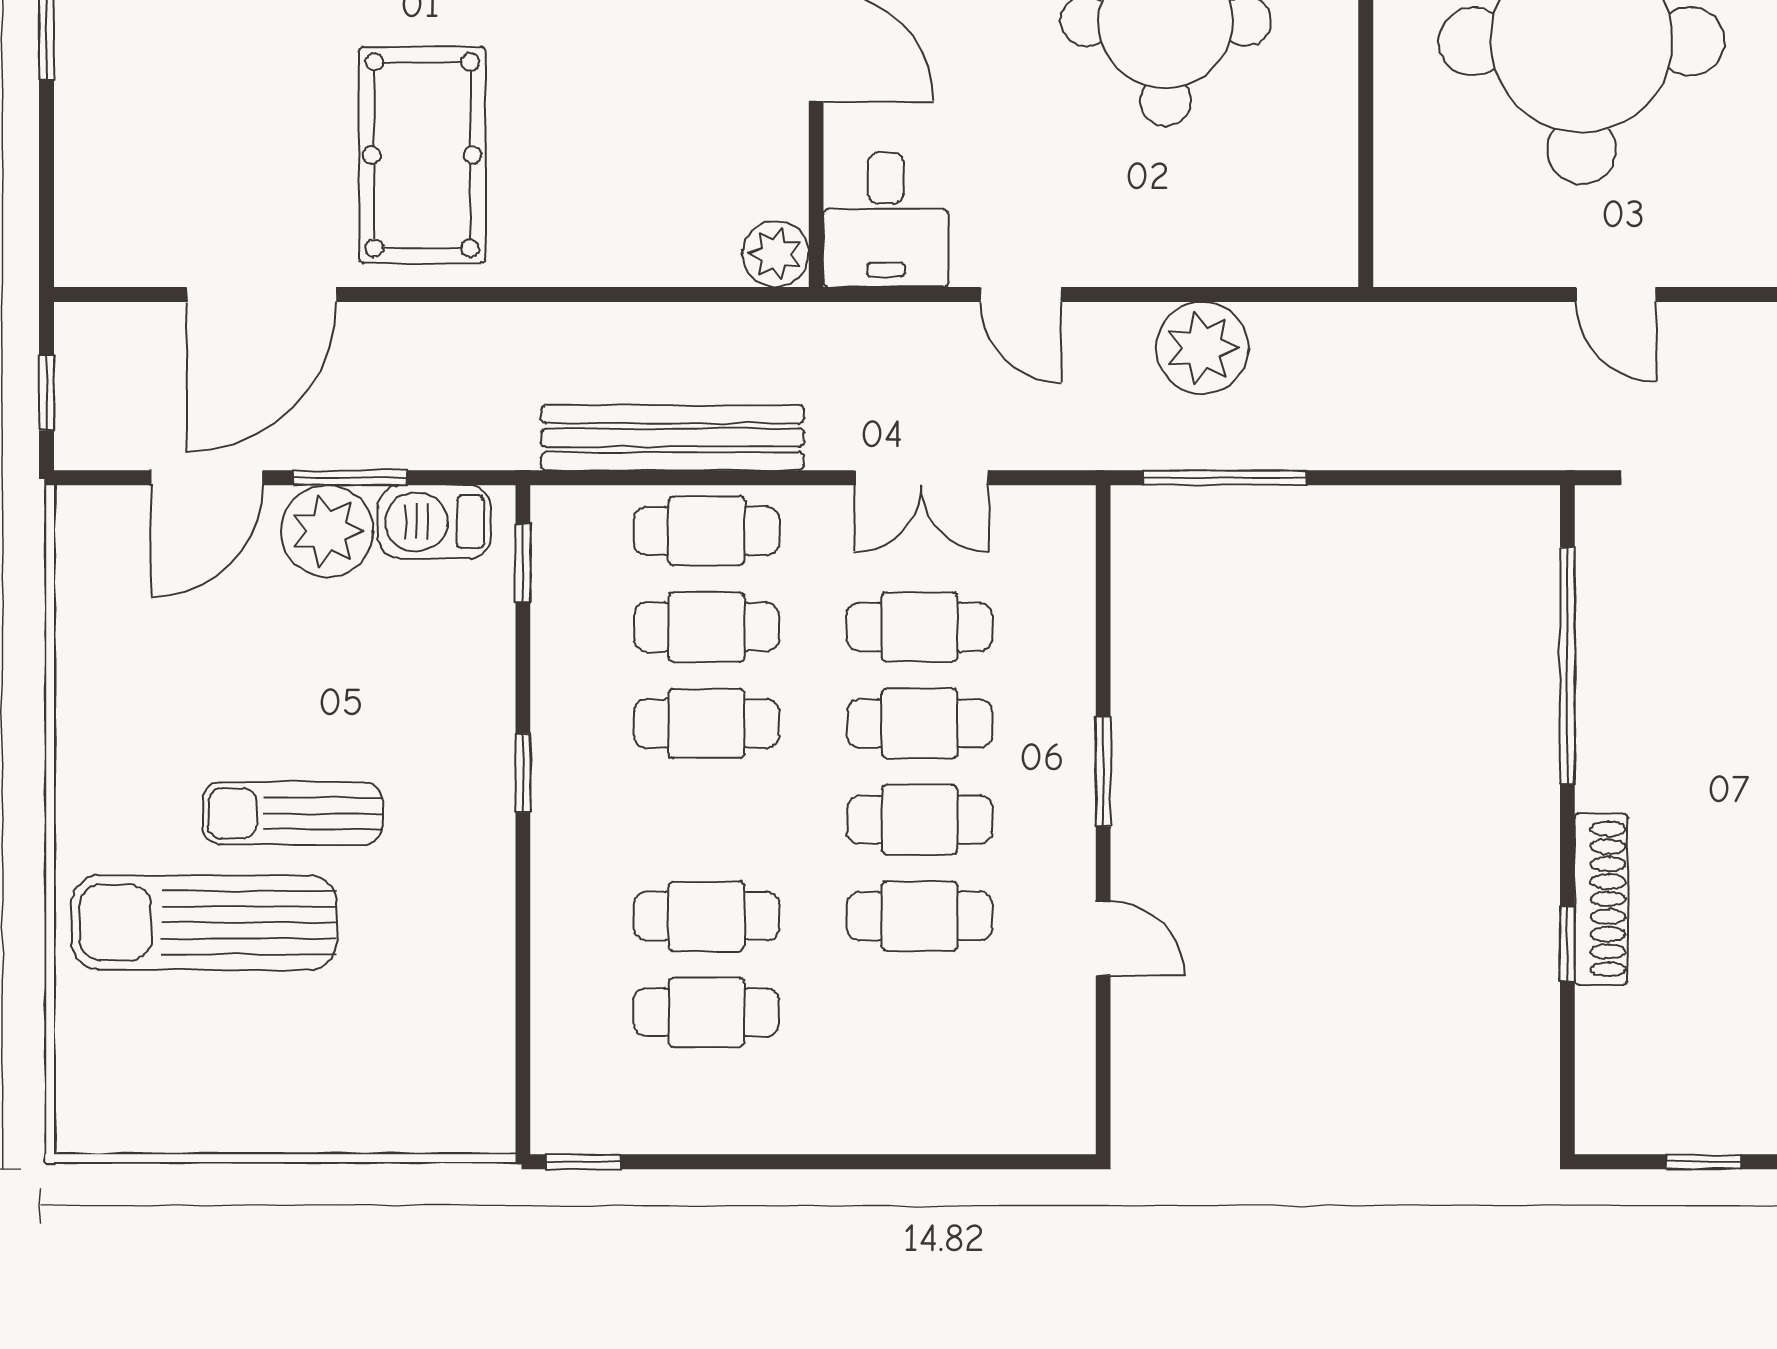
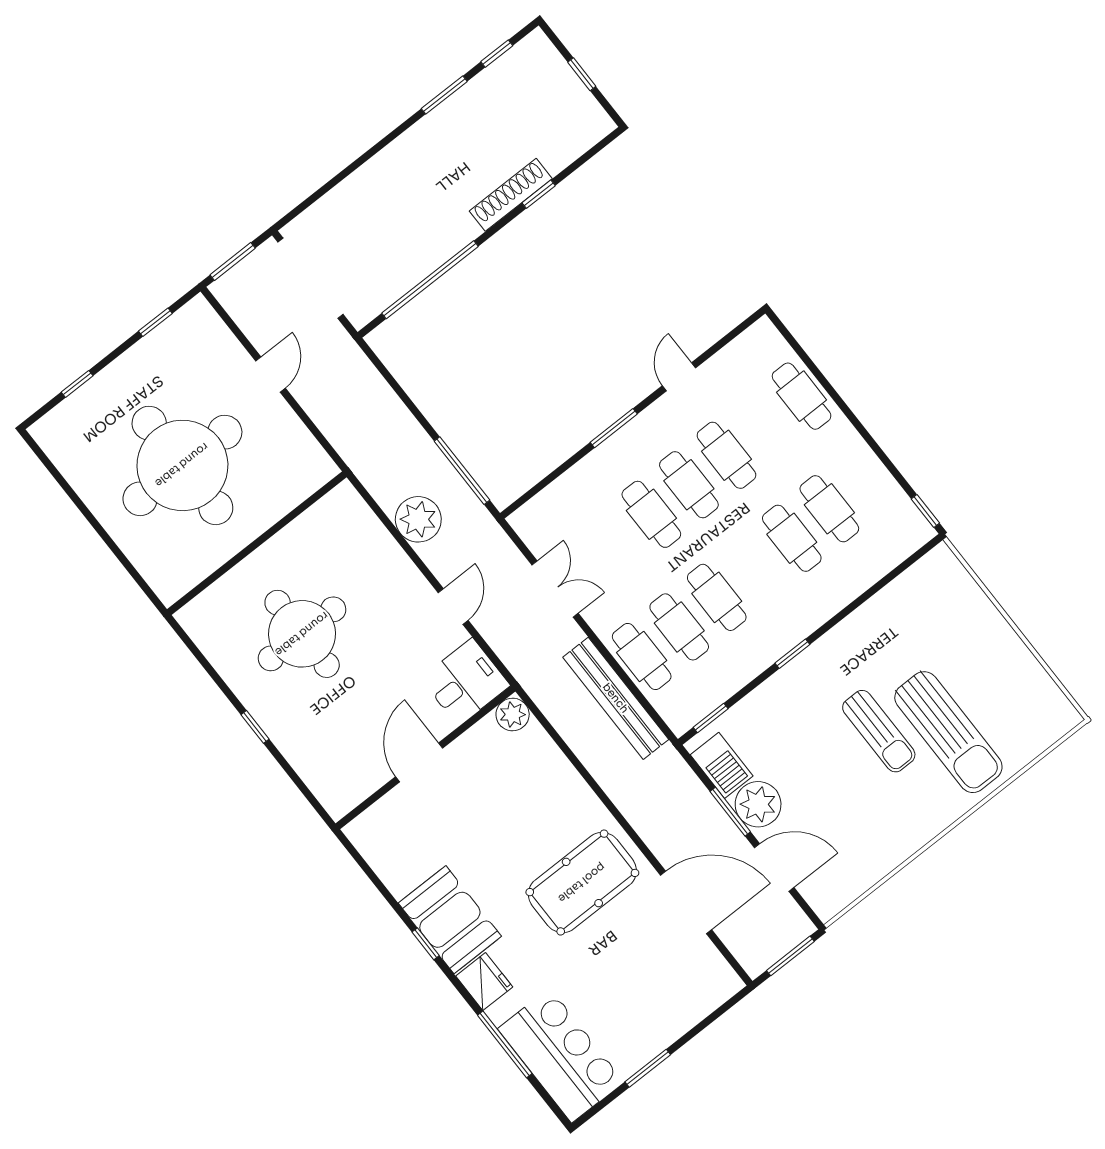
window: (46, 393) -> (790, 956), width x1.50
cafe table: (920, 627) -> (802, 396), moved

